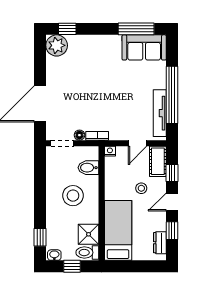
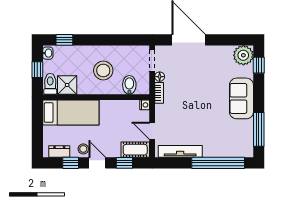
sofa: (144, 47) -> (241, 98), moved
window: (172, 95) -> (218, 163), moved
stool: (141, 188) -> (83, 149), moved

